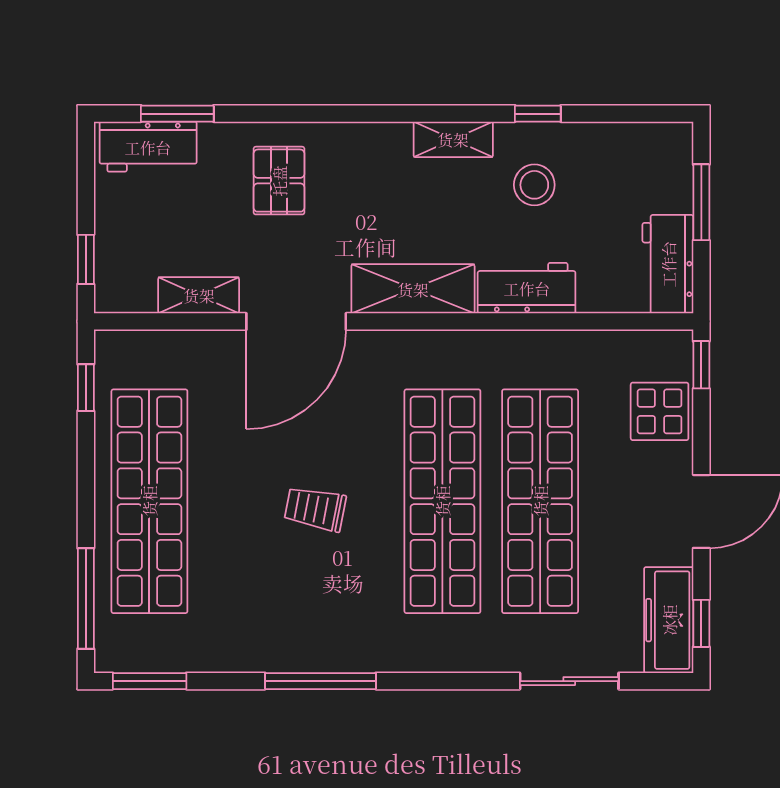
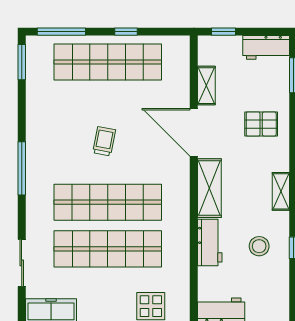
shelving: (453, 139) -> (281, 191), moved
workbench: (148, 147) -> (266, 47), moved, turned -90
window: (86, 388) -> (126, 32), moved
window: (320, 681) -> (22, 168), moved

